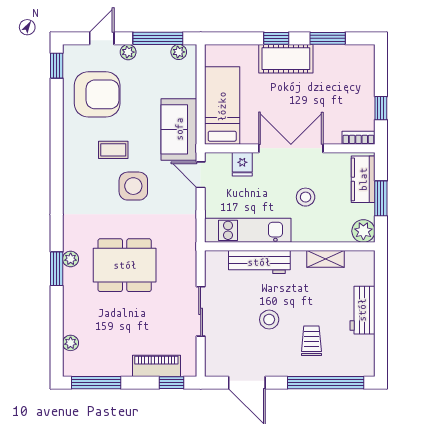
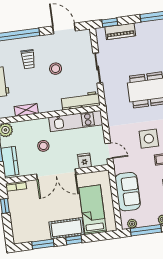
bed: (222, 106) -> (93, 210), moved, turned 180
sofa: (179, 129) -> (128, 192), moved
workbench: (259, 262) -> (81, 101), moved

